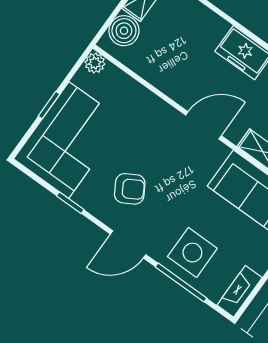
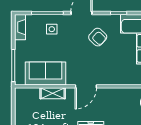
armchair: (130, 189) -> (98, 37), turned -107
side table: (192, 253) -> (52, 29), width x0.54, depth x0.54

